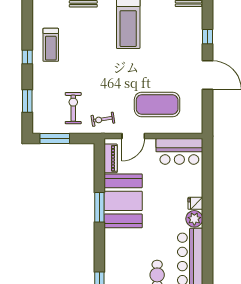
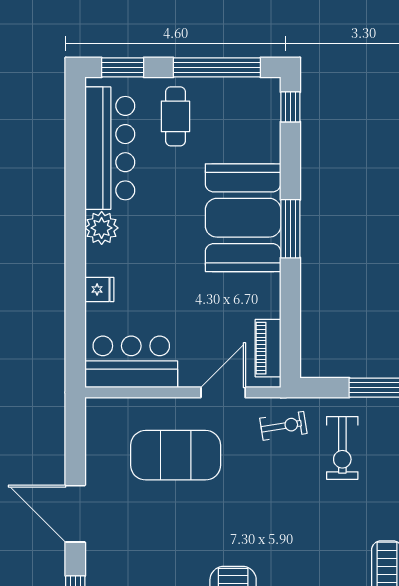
booth: (123, 201) -> (243, 218), moved
fridge: (195, 203) -> (99, 289), moved
window: (99, 207) -> (290, 229), moved

